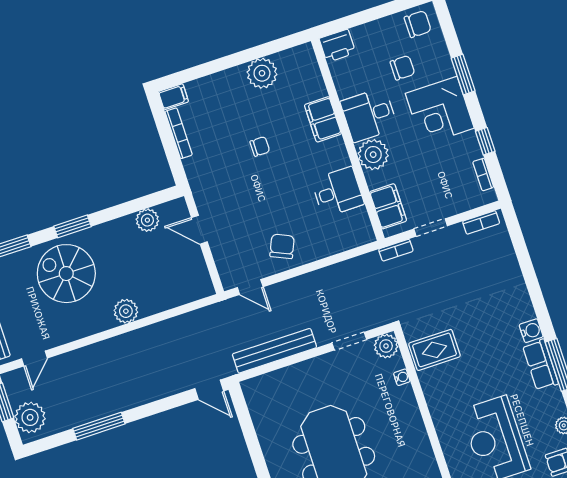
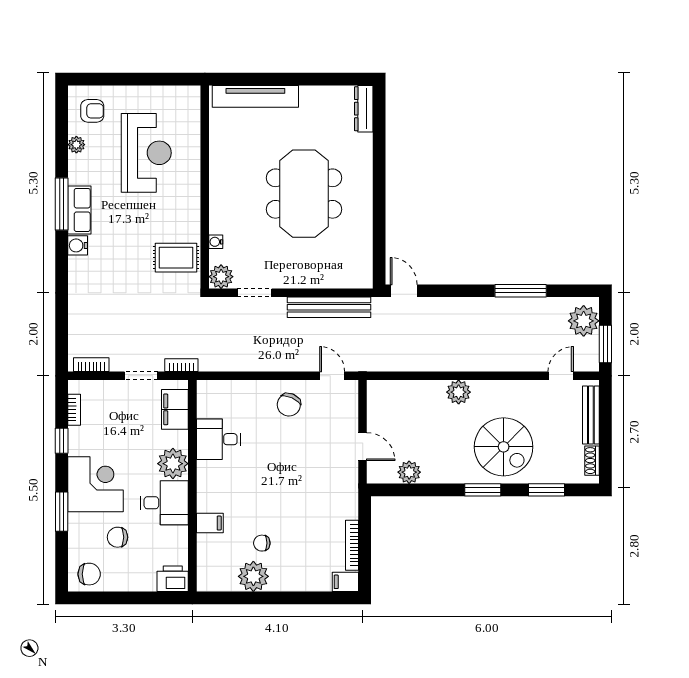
chair: (418, 24) -> (89, 574), turned 180
filing cabinet: (323, 119) -> (210, 523), width x0.50
chair: (260, 146) -> (262, 543), moved

